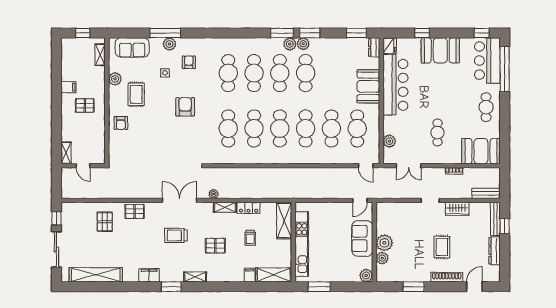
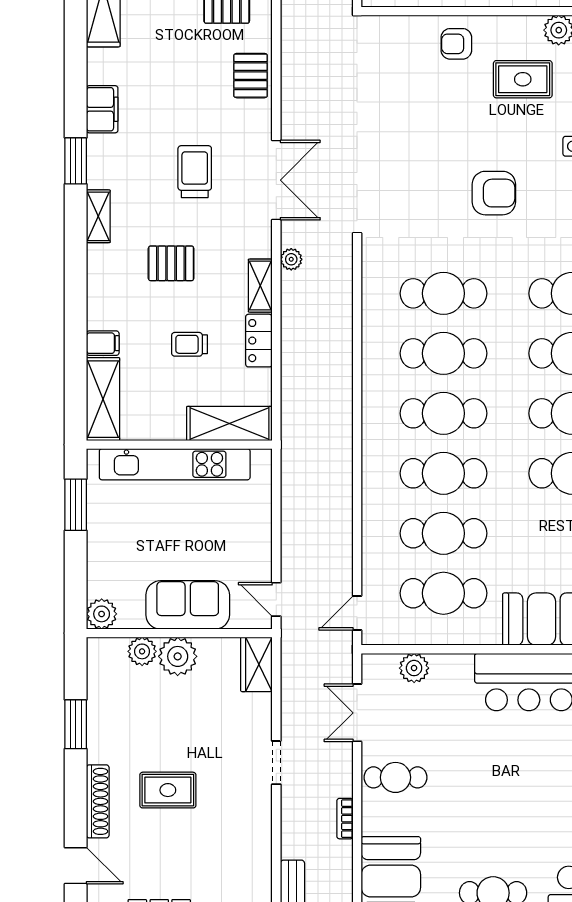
cafe table: (438, 133) -> (395, 777), moved
wardrobe: (457, 209) -> (256, 664), moved
pallet: (215, 246) -> (171, 263), turned 90

